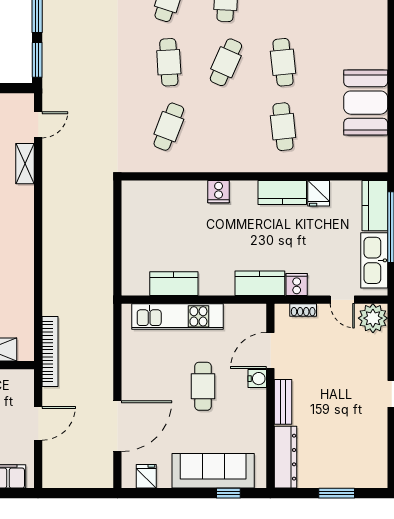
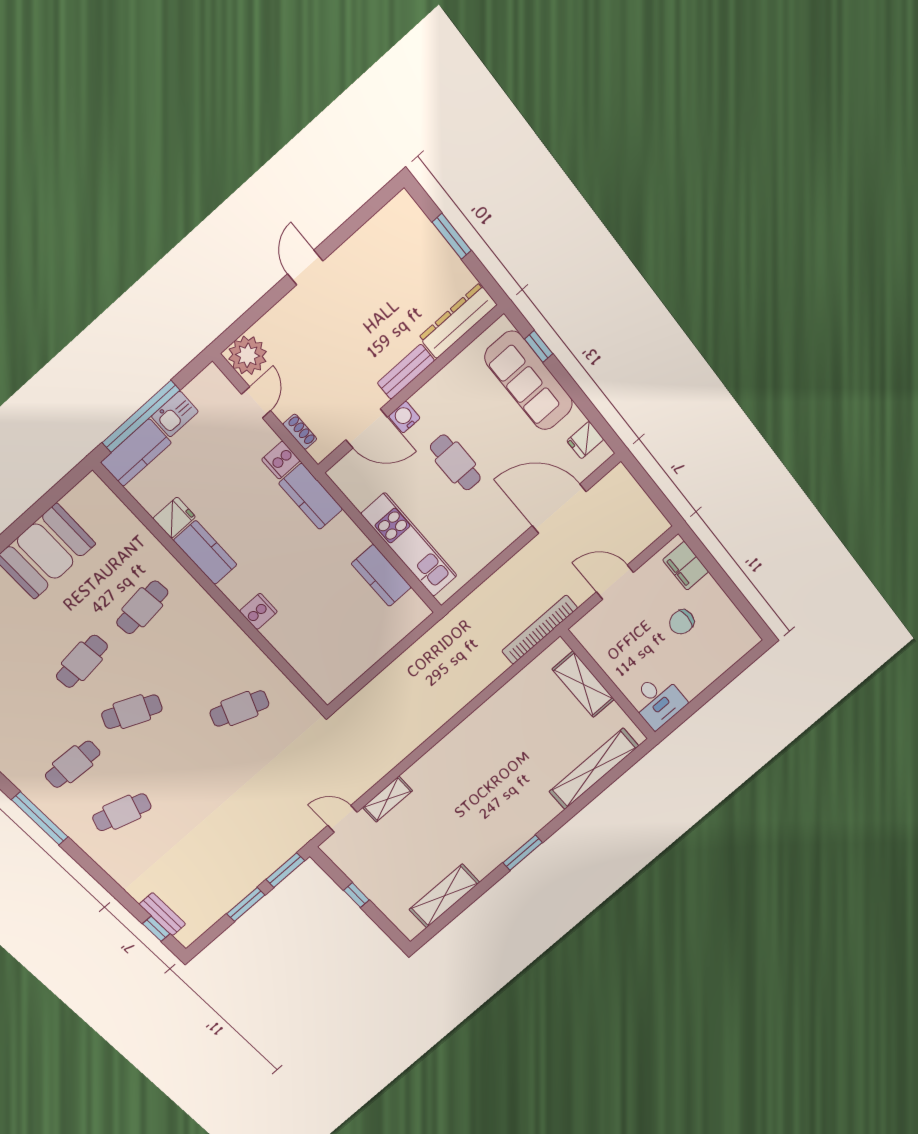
cafe table: (169, 62) -> (180, 761), removed
kitchen sink: (374, 260) -> (175, 414), width x0.53, depth x0.81
cafe table: (203, 386) -> (455, 462), turned 90

